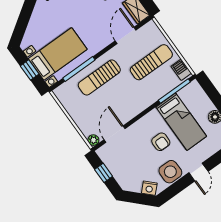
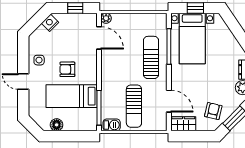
side table: (170, 172) -> (39, 60), width x0.54, depth x0.54
nightstand: (149, 188) -> (50, 23), moved

